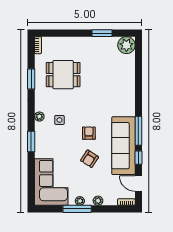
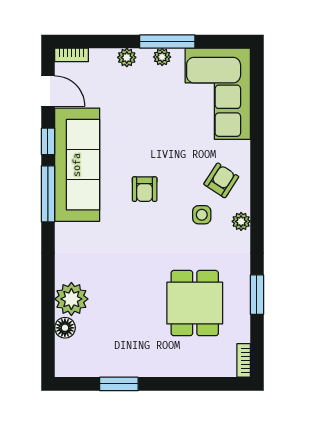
plant: (126, 45) -> (71, 299), moved
floor lamp: (130, 62) -> (65, 328), added
dining table: (63, 75) -> (195, 303), turned 90
window: (31, 142) -> (257, 173), removed
armchair: (90, 159) -> (221, 180), moved

